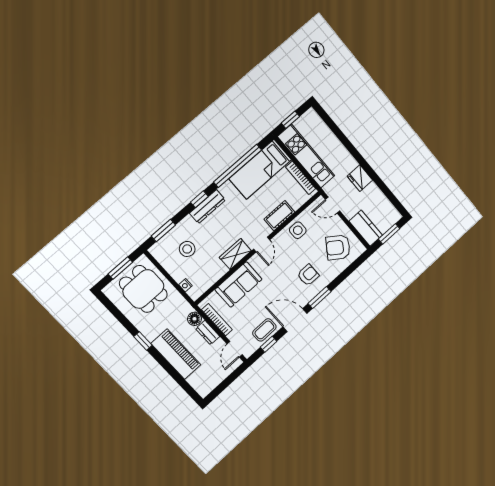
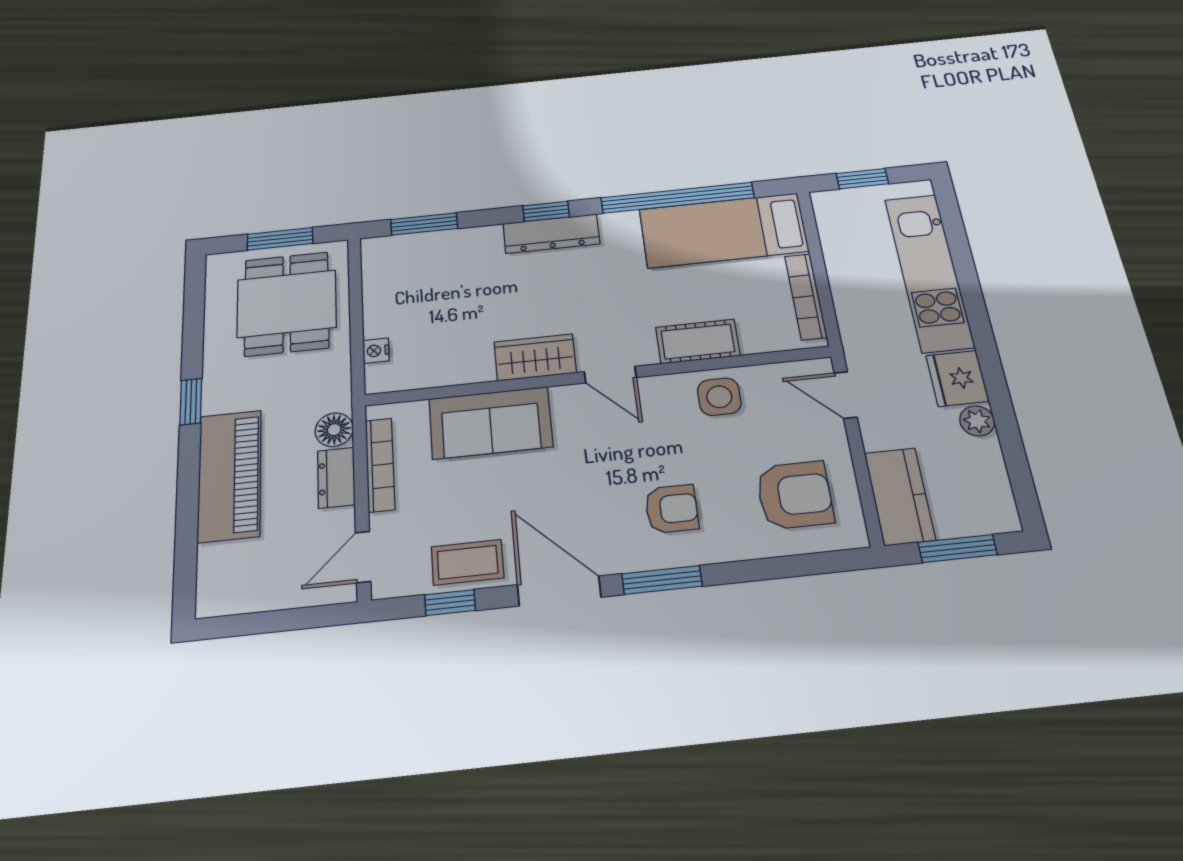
kitchen unit: (306, 156) -> (929, 272), moved, turned 180
plant: (373, 189) -> (977, 421), added
door: (262, 245) -> (610, 375), hinge flipped
armchair: (338, 247) -> (795, 495), turned 145
stool: (187, 249) -> (441, 285), removed

